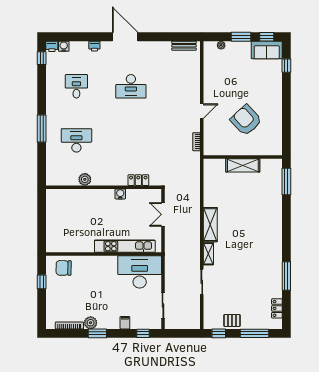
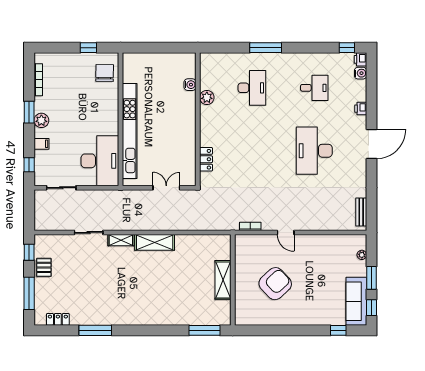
sofa: (267, 50) -> (356, 301), width x1.36
desk: (131, 86) -> (314, 151), width x1.36, depth x1.30
water cooler: (120, 194) -> (190, 85), moved
kitchen unit: (125, 246) -> (130, 131), width x1.36
plant: (91, 323) -> (41, 120), moved

